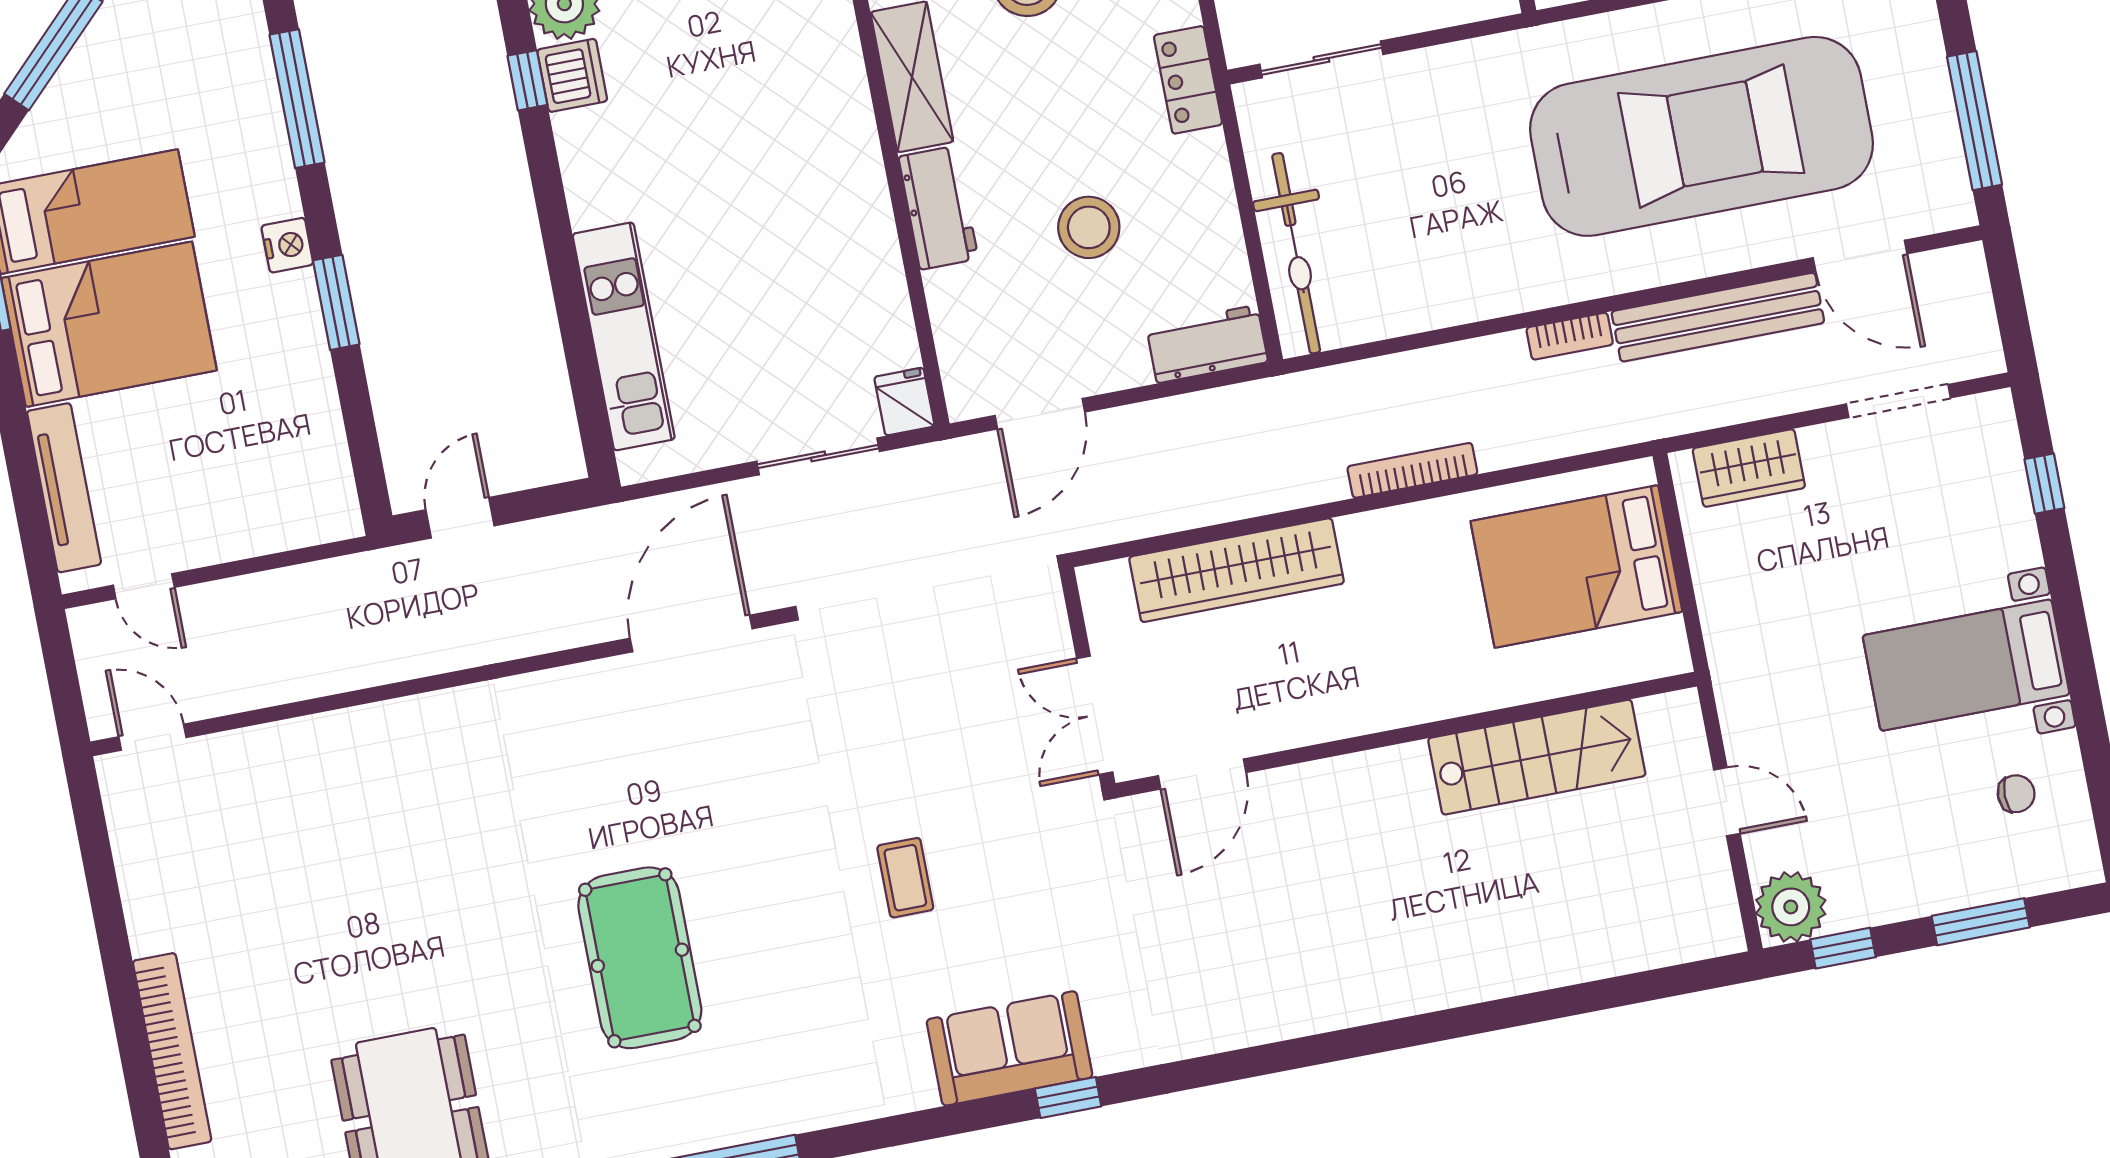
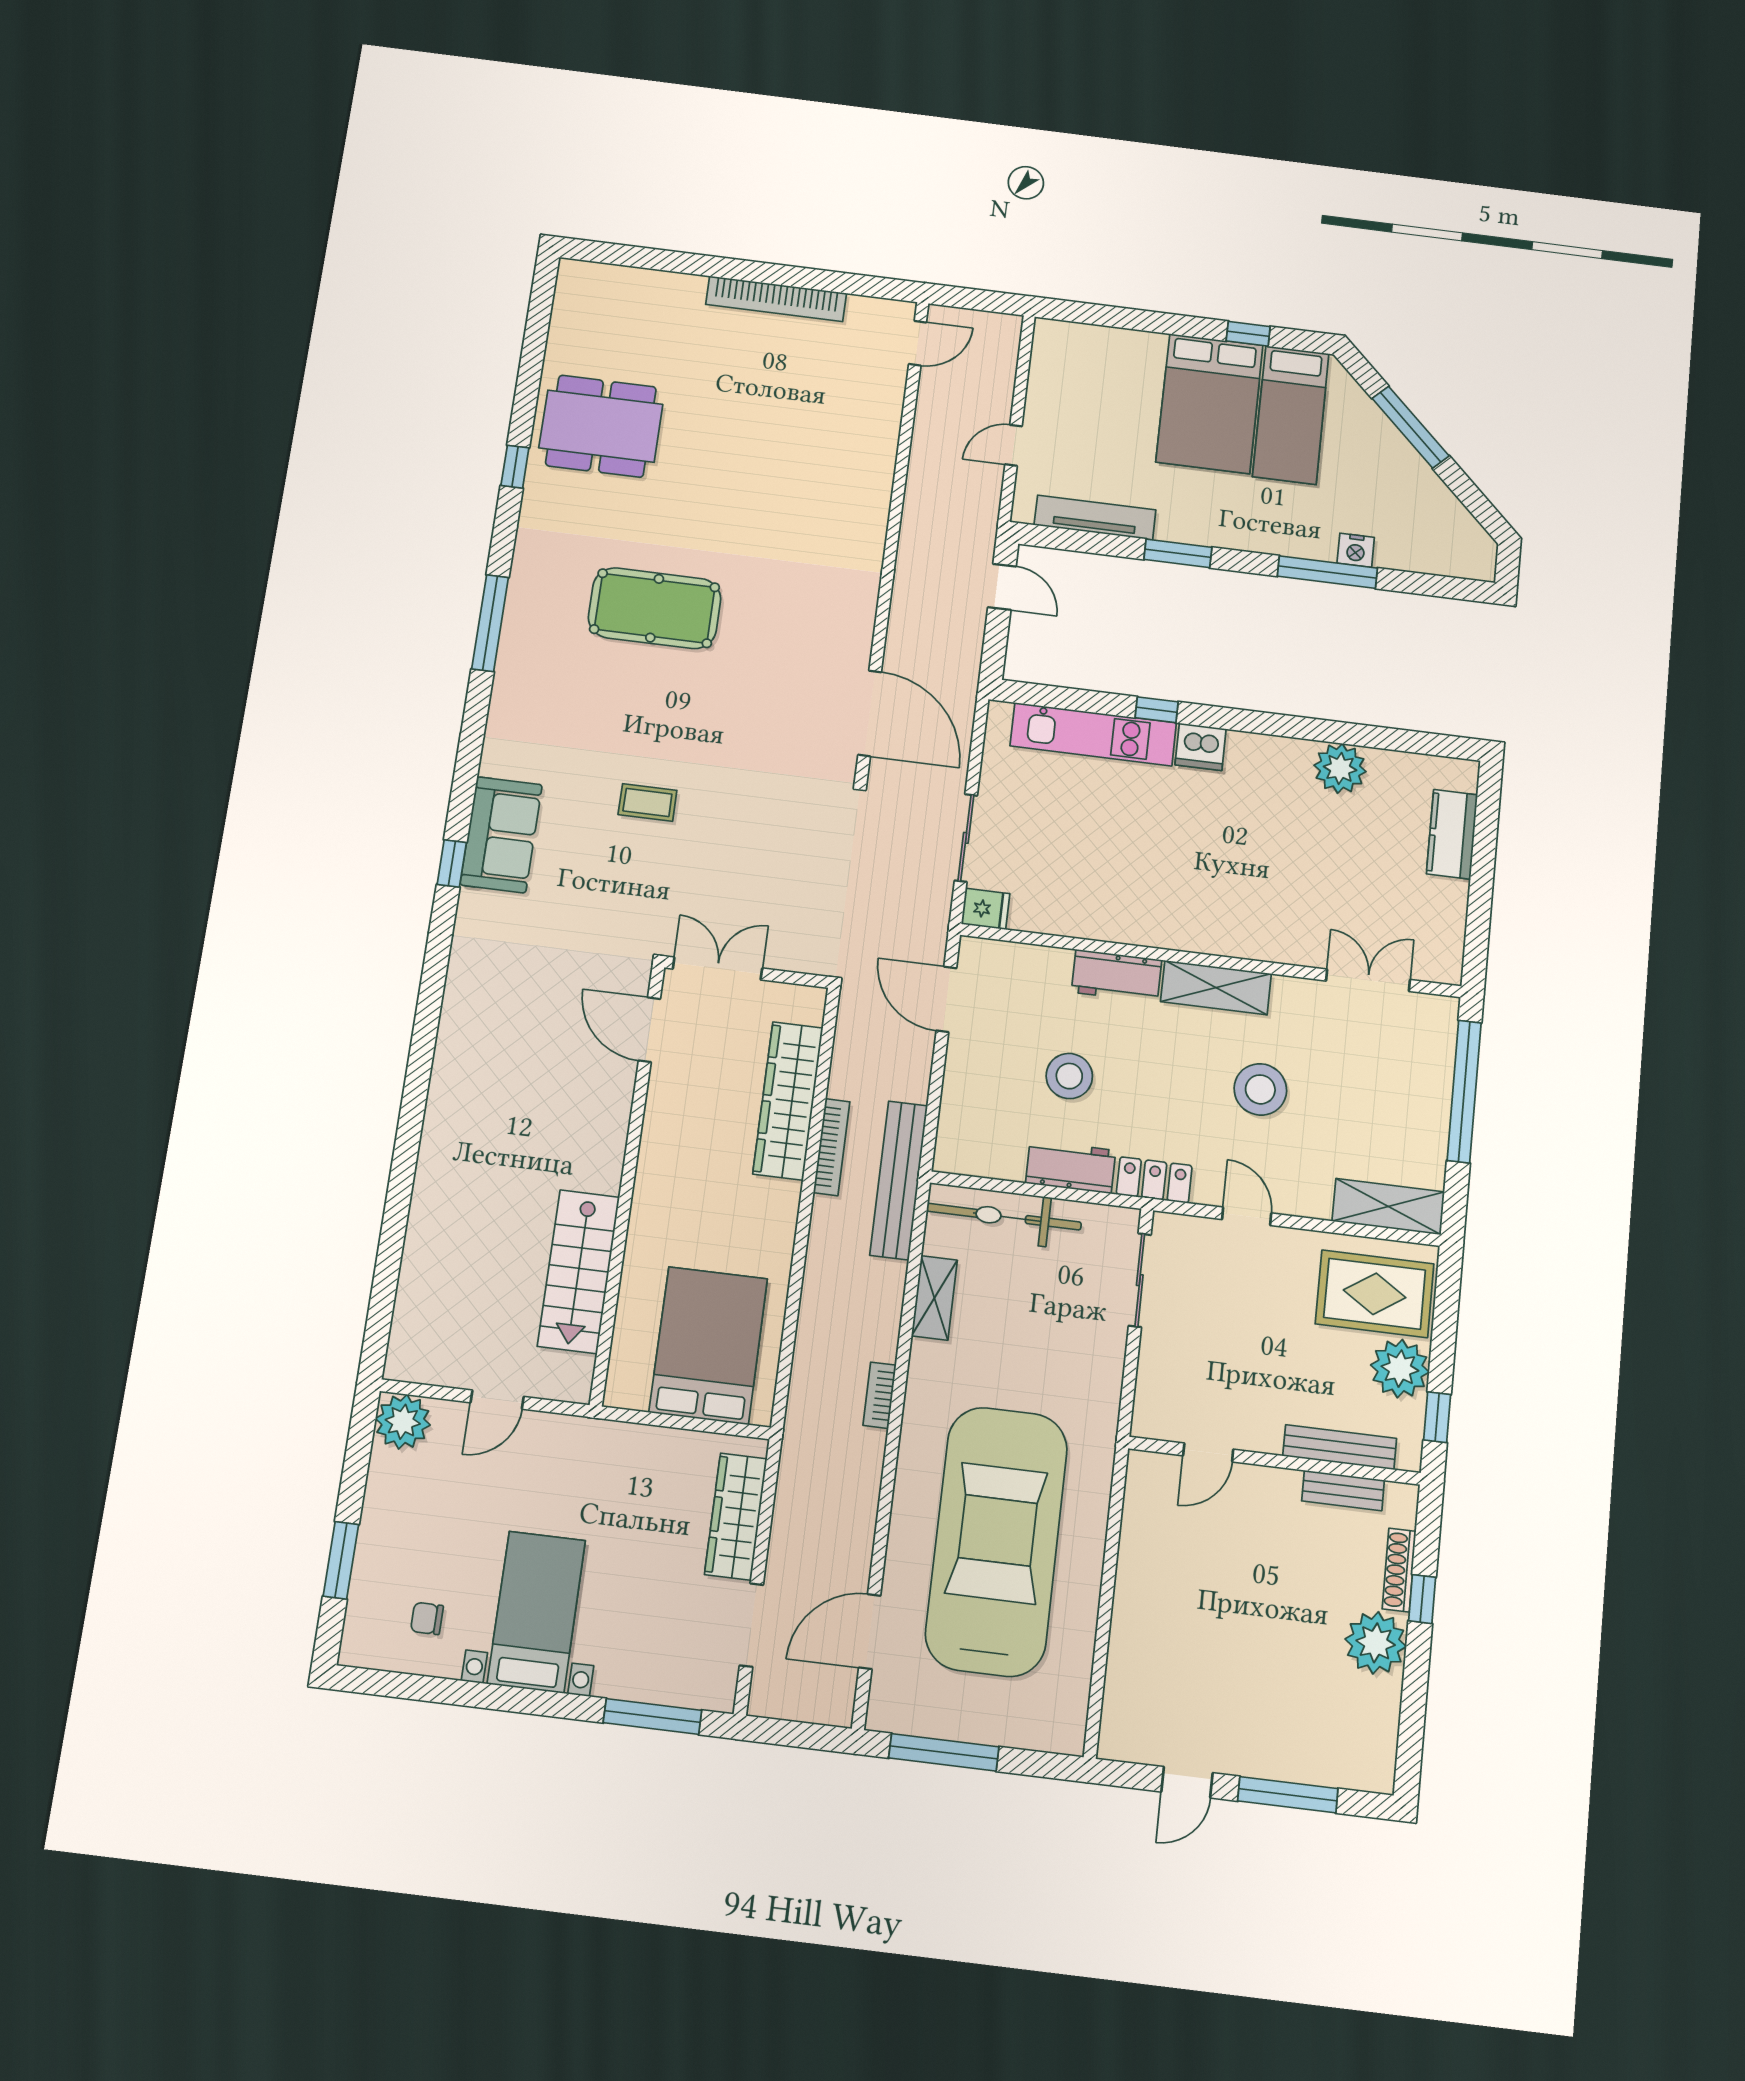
dishwasher: (572, 75) -> (1201, 747), moved
window: (527, 80) -> (1157, 710), moved
car: (1702, 136) -> (997, 1541), turned 180
nightstand: (287, 245) -> (1356, 550), moved
shelving: (1427, 307) -> (934, 1298), added
bench: (1718, 317) -> (899, 1180), moved
workbench: (1207, 344) -> (1071, 1167), moved, turned -90
wardrobe: (1749, 468) -> (736, 1516), width x1.50
bookcase: (1412, 470) -> (832, 1147), moved
window: (2044, 484) -> (652, 1716), width x2.17
tv unit: (64, 488) -> (1095, 517), moved, turned 180
door: (144, 586) -> (1013, 445), moved
chair: (2016, 794) -> (427, 1618), turned 90
window: (1843, 948) -> (358, 1451), removed
bookcase: (172, 1051) -> (776, 299), moved

